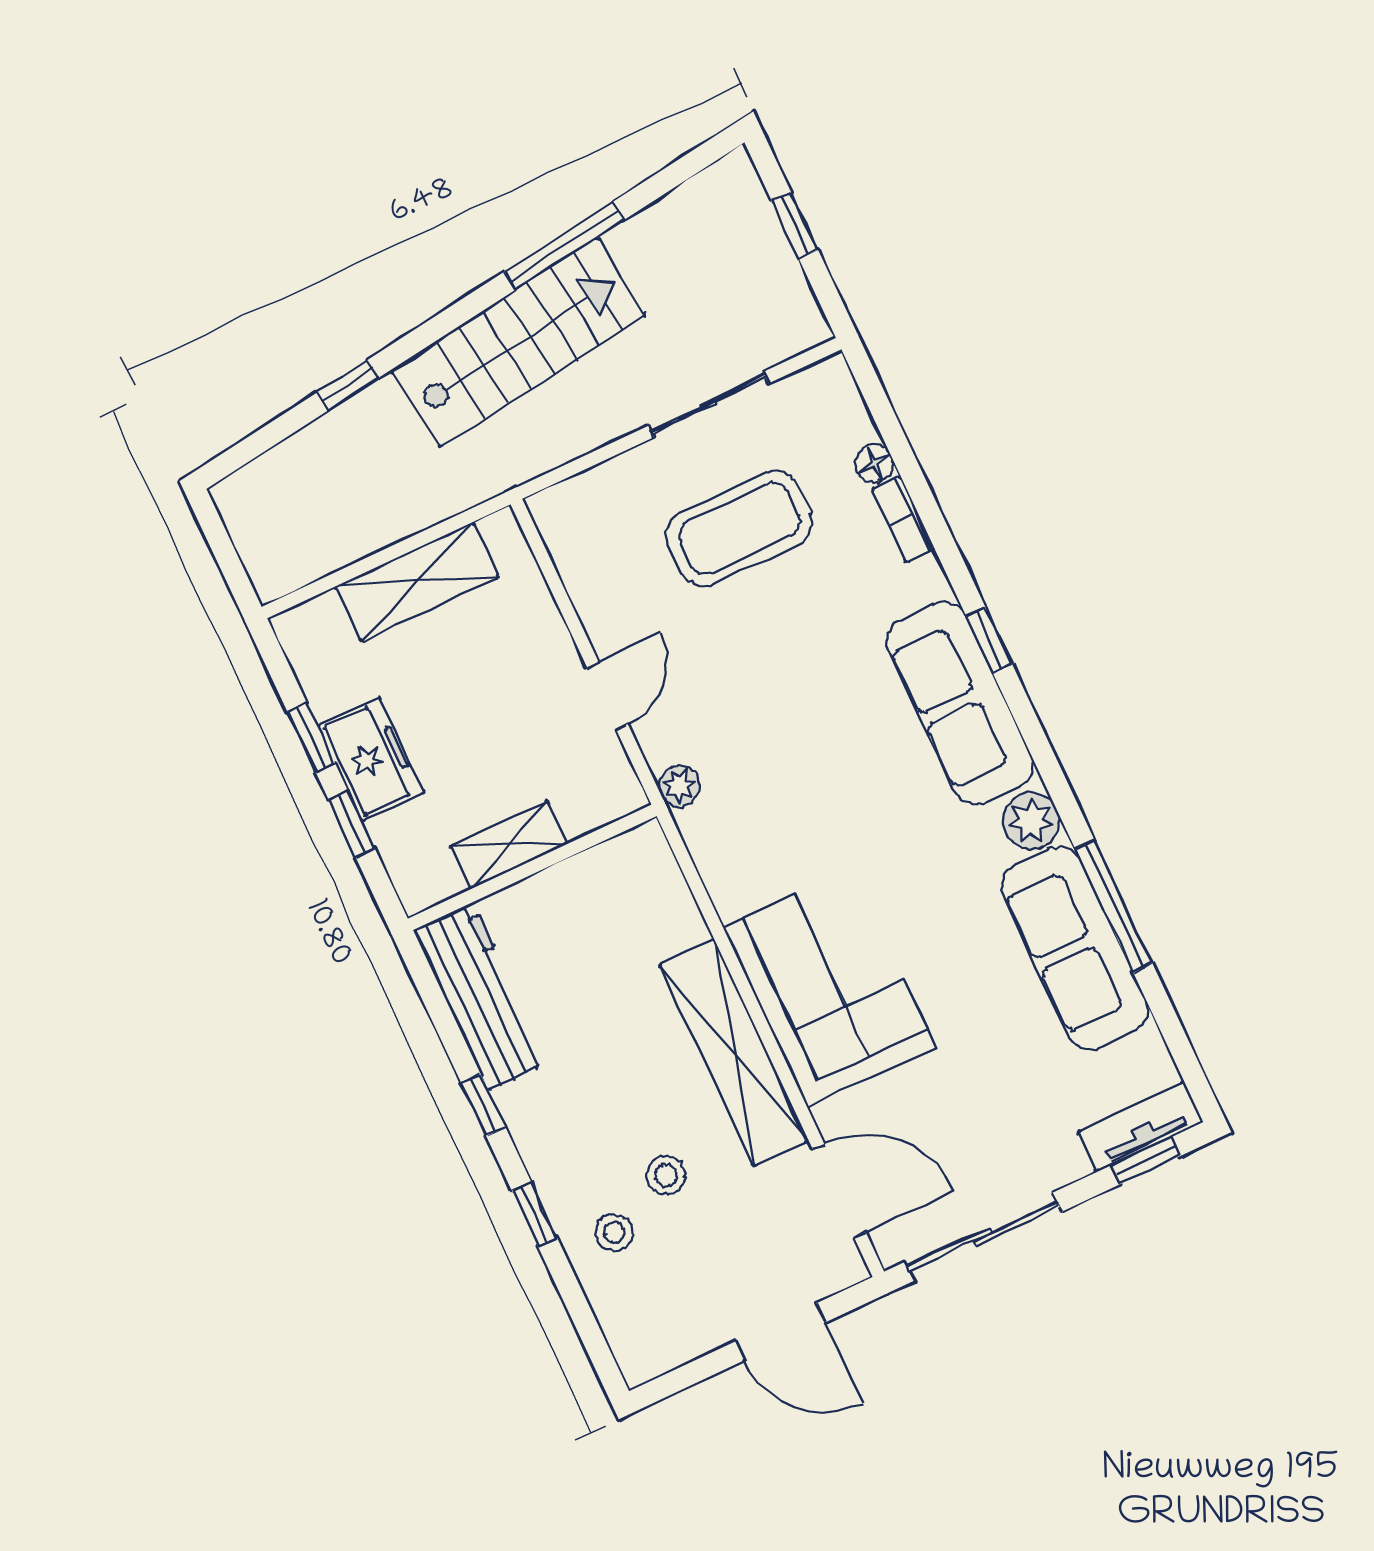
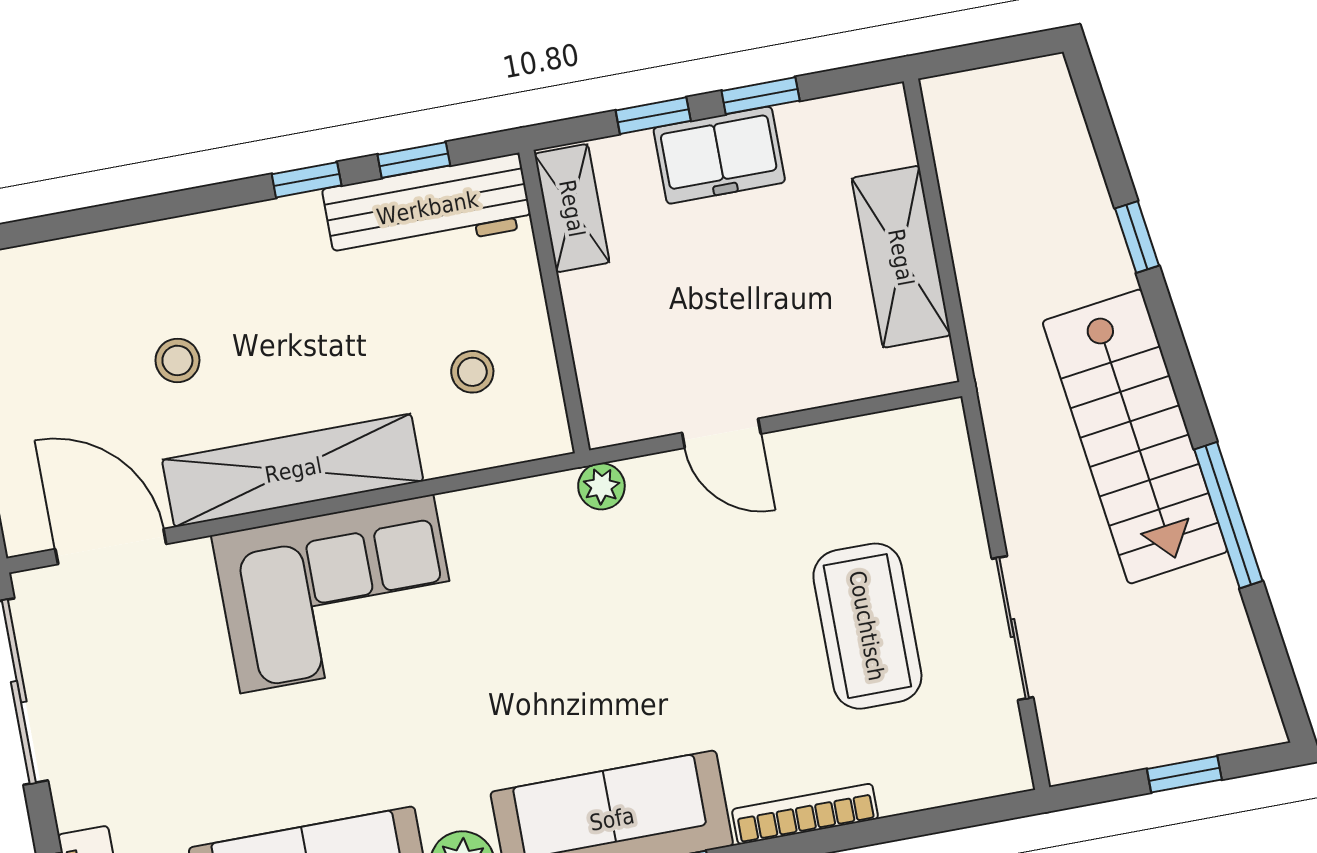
floor lamp: (874, 463) -> (900, 793), removed
bookcase: (903, 519) -> (805, 814), width x1.56
shelving: (509, 845) -> (572, 208), moved
door: (839, 1191) -> (111, 546), swing flipped
window: (534, 1214) -> (414, 160), moved
stool: (614, 1232) -> (472, 372), moved

